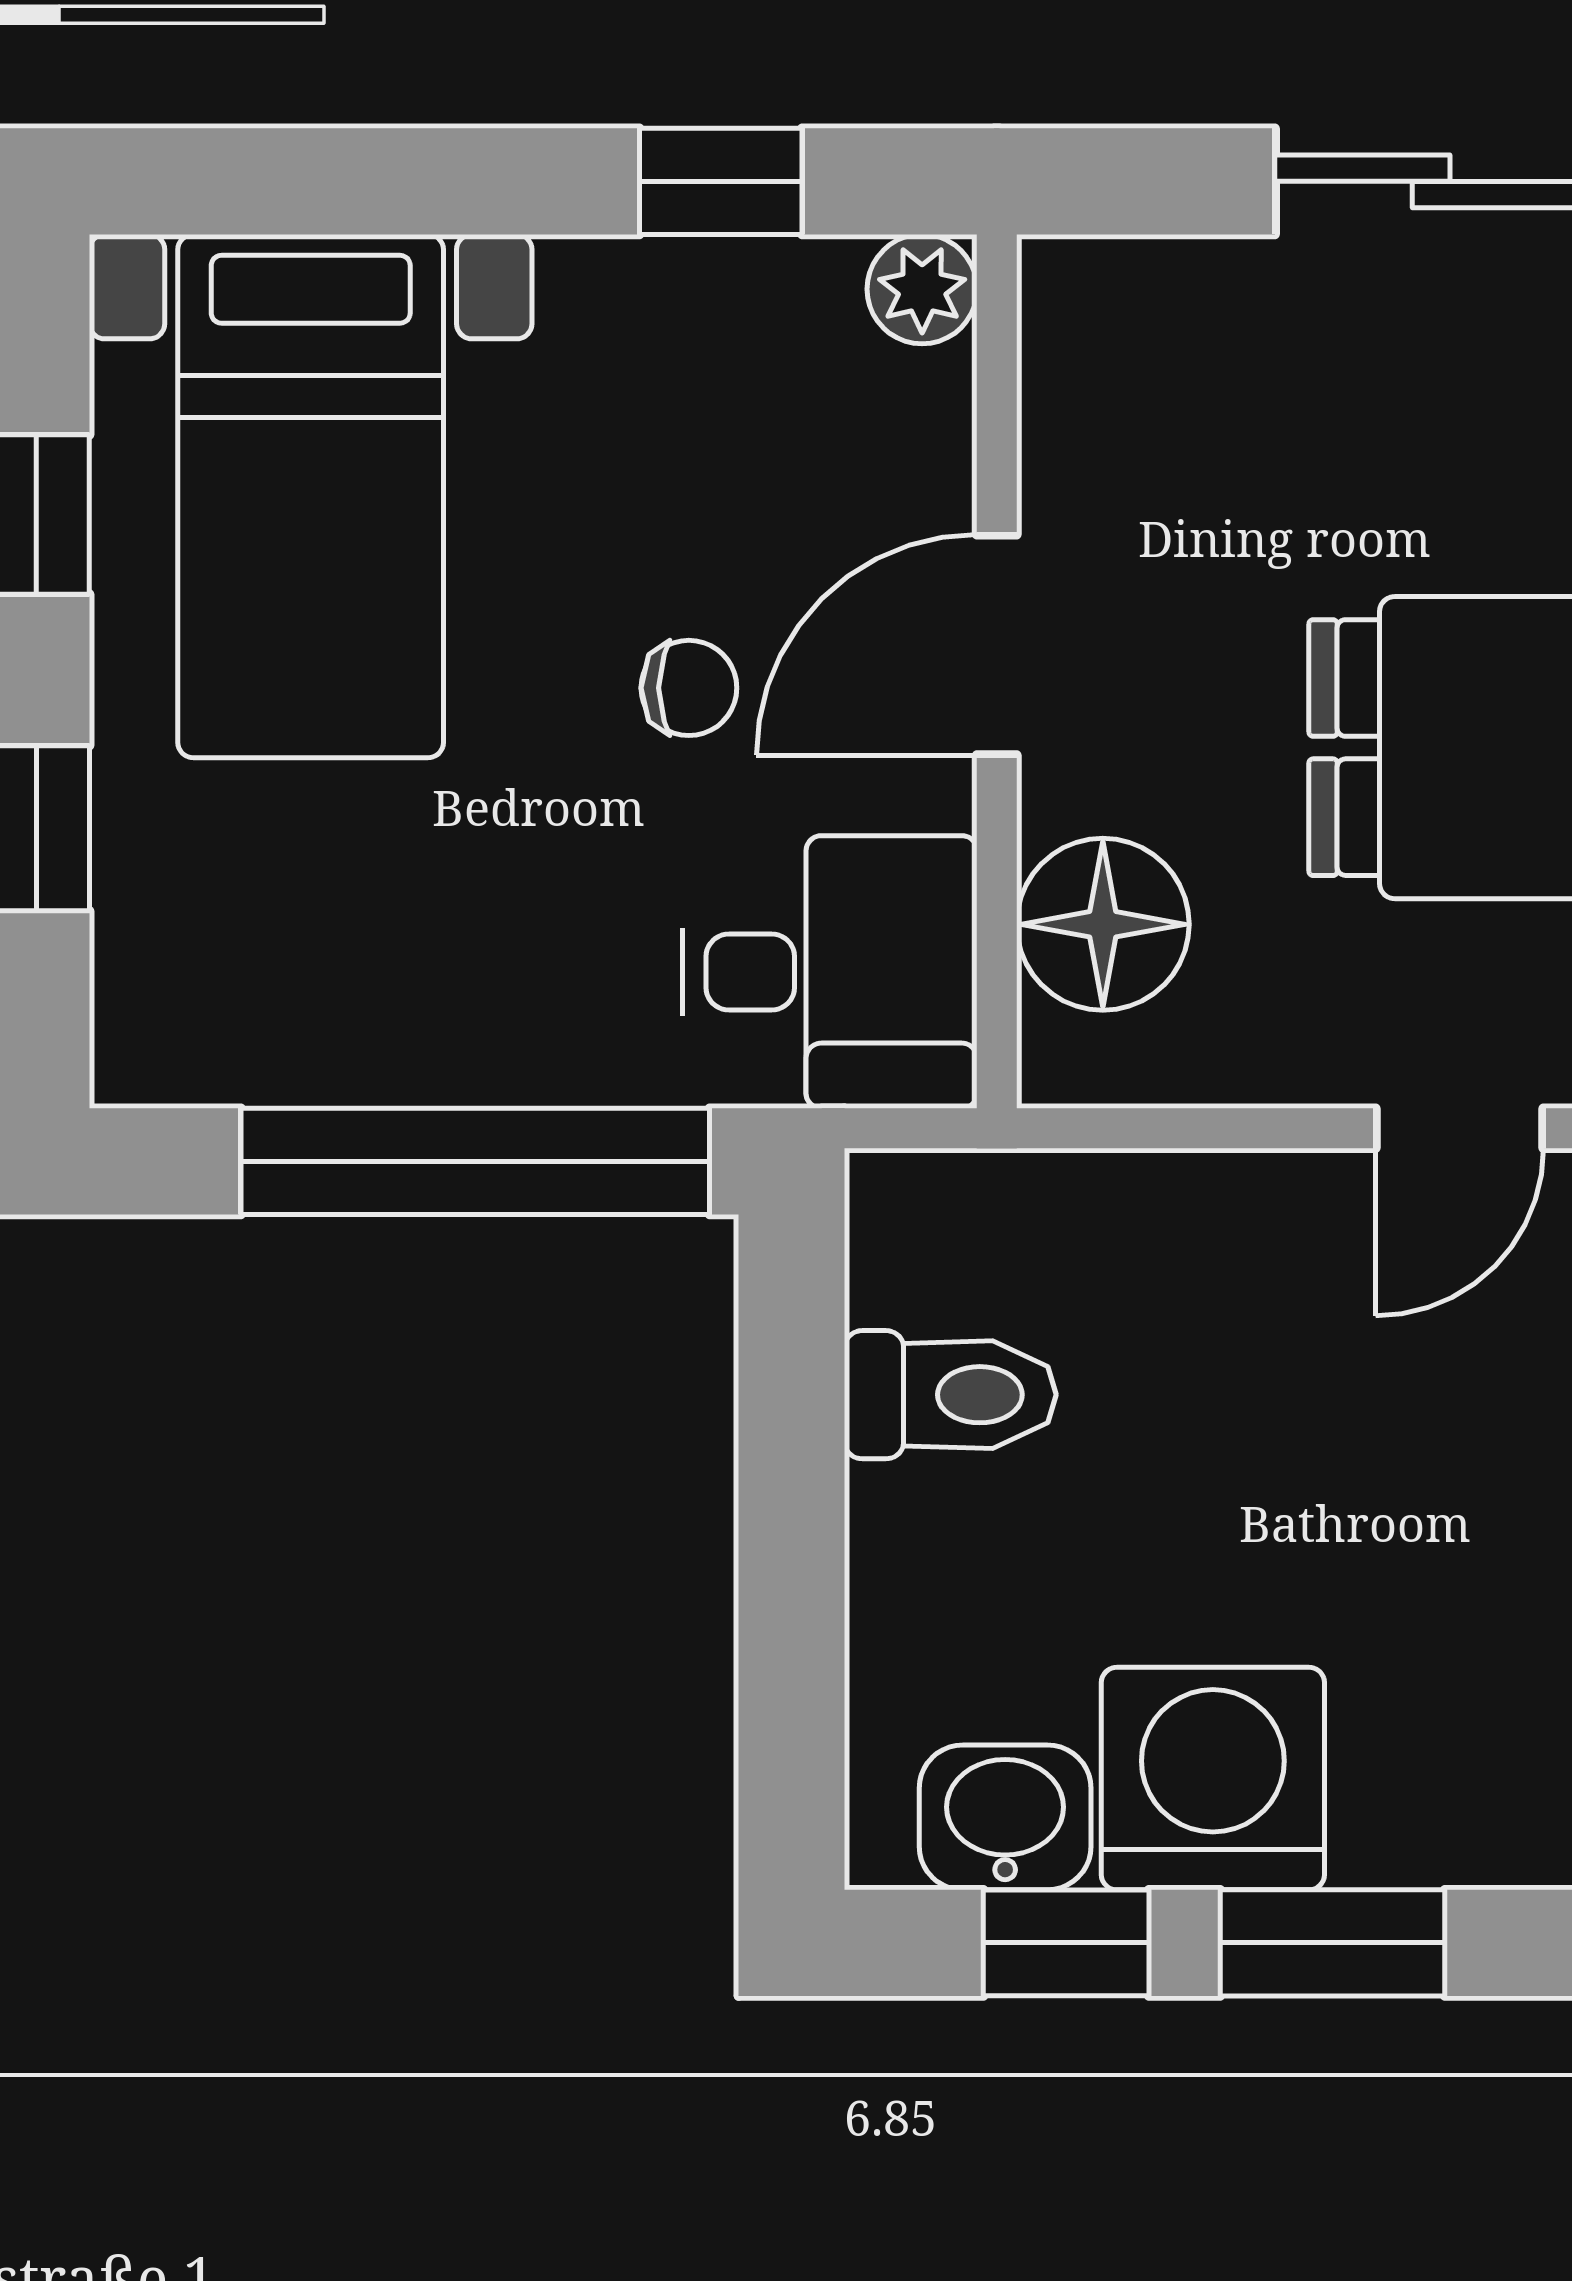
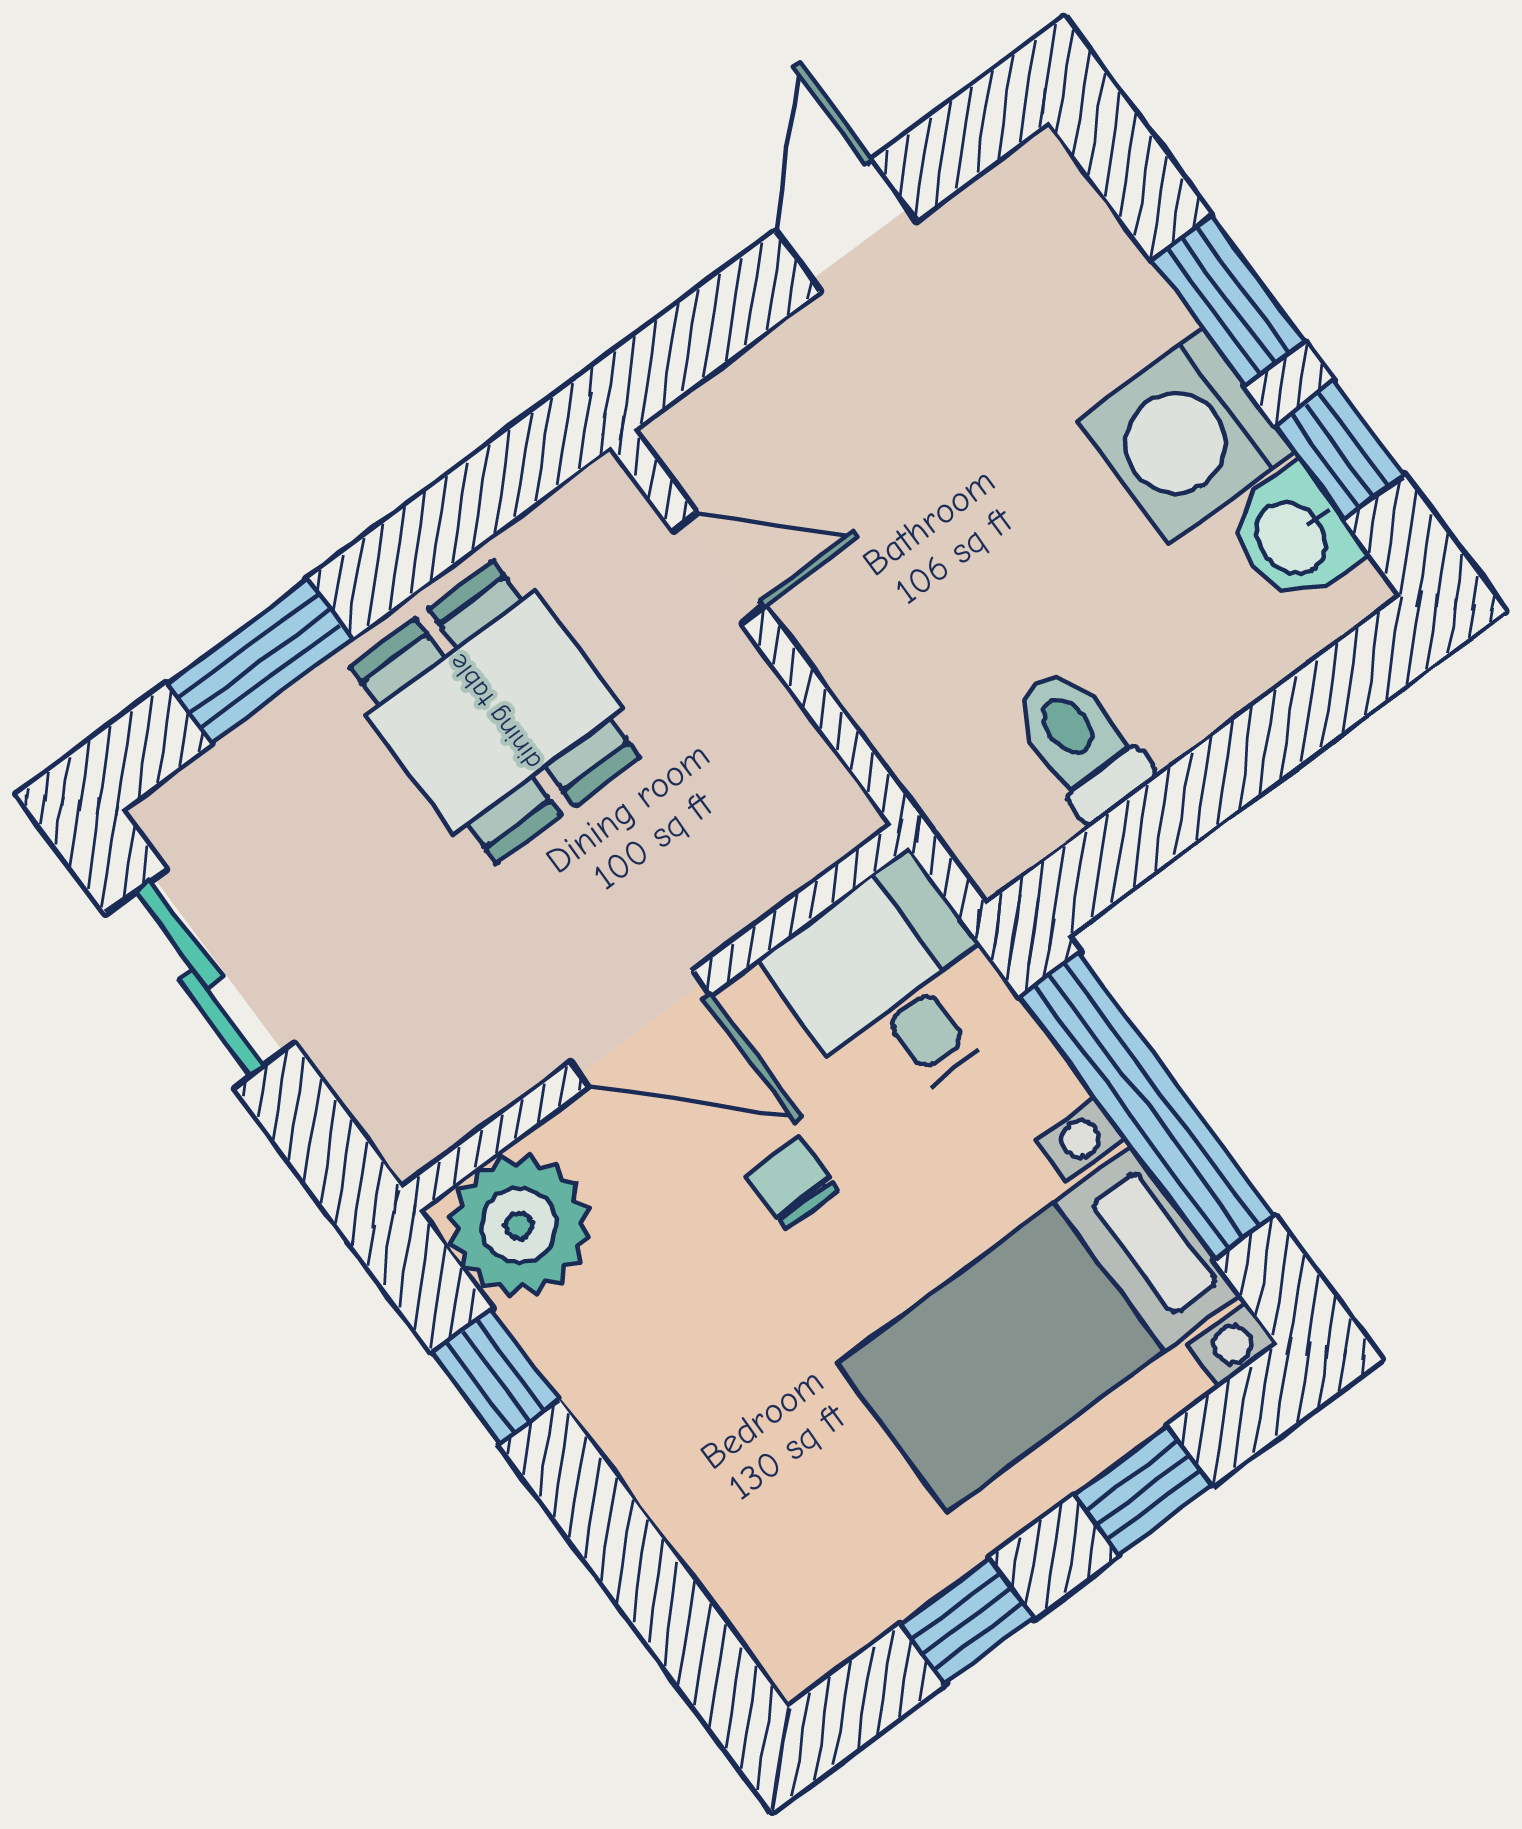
plant: (922, 289) -> (519, 1225), width x1.87, depth x1.87
bed with nightstands: (311, 496) -> (1039, 1329), moved, turned 180
floor lamp: (1103, 924) -> (753, 853), removed

